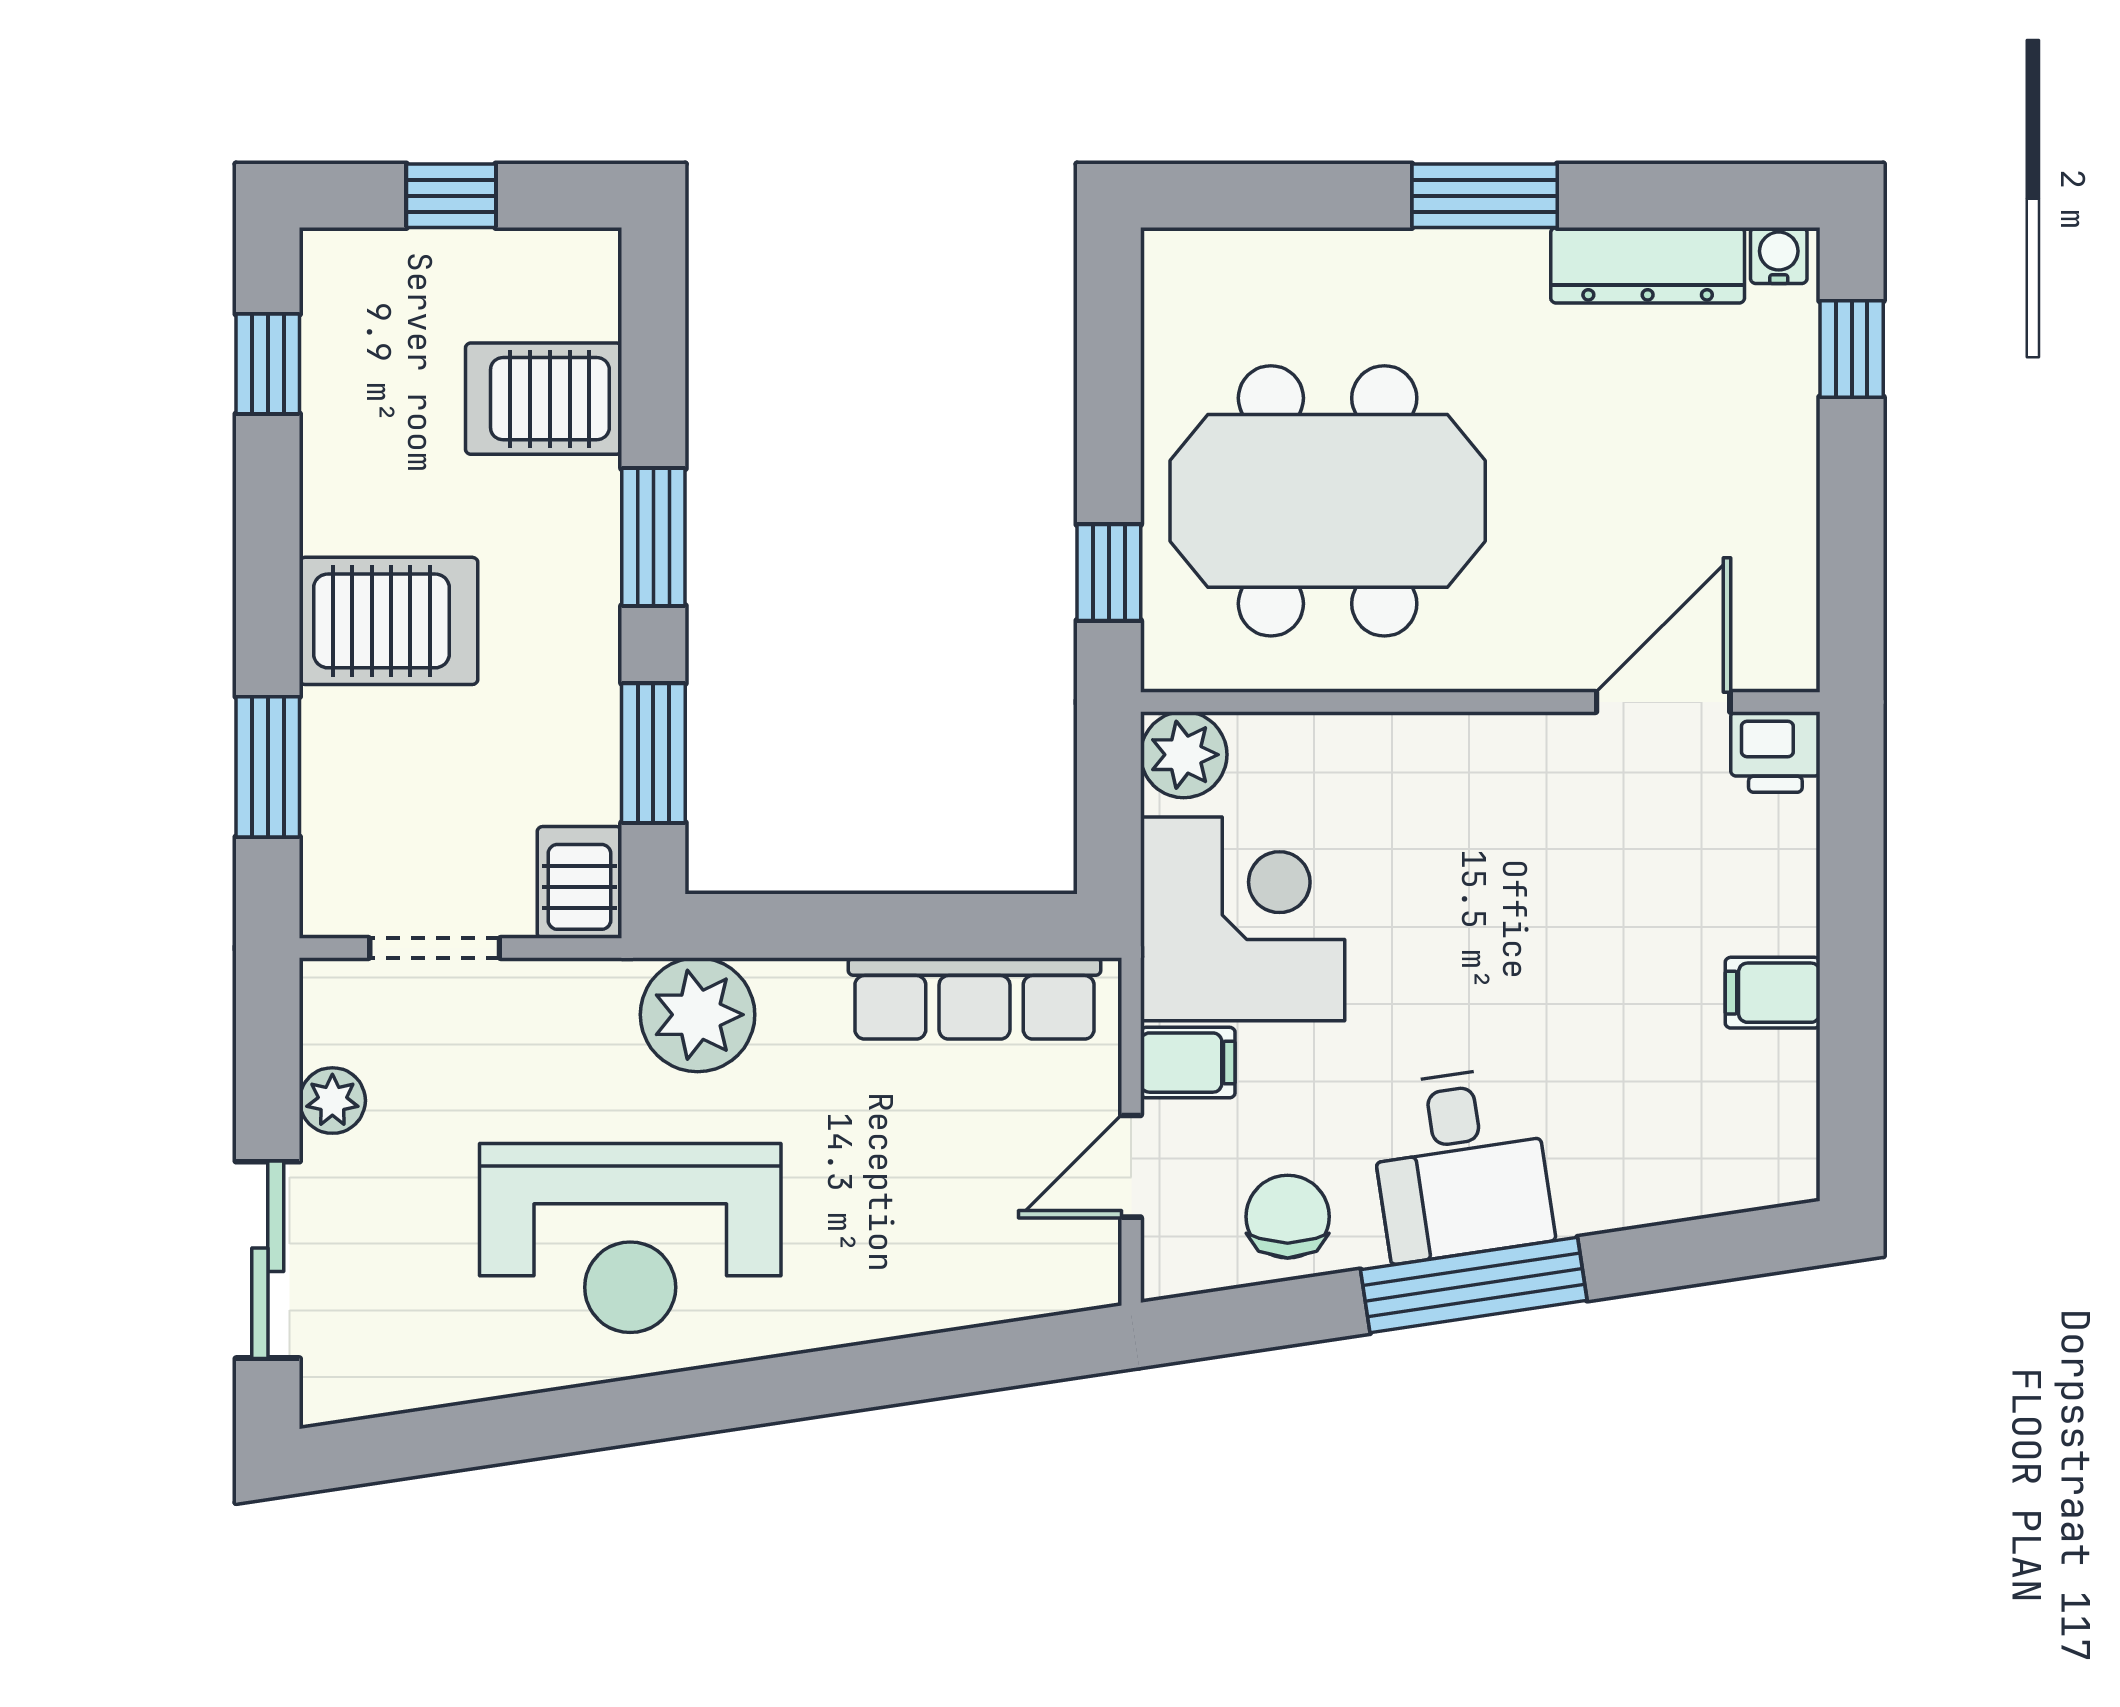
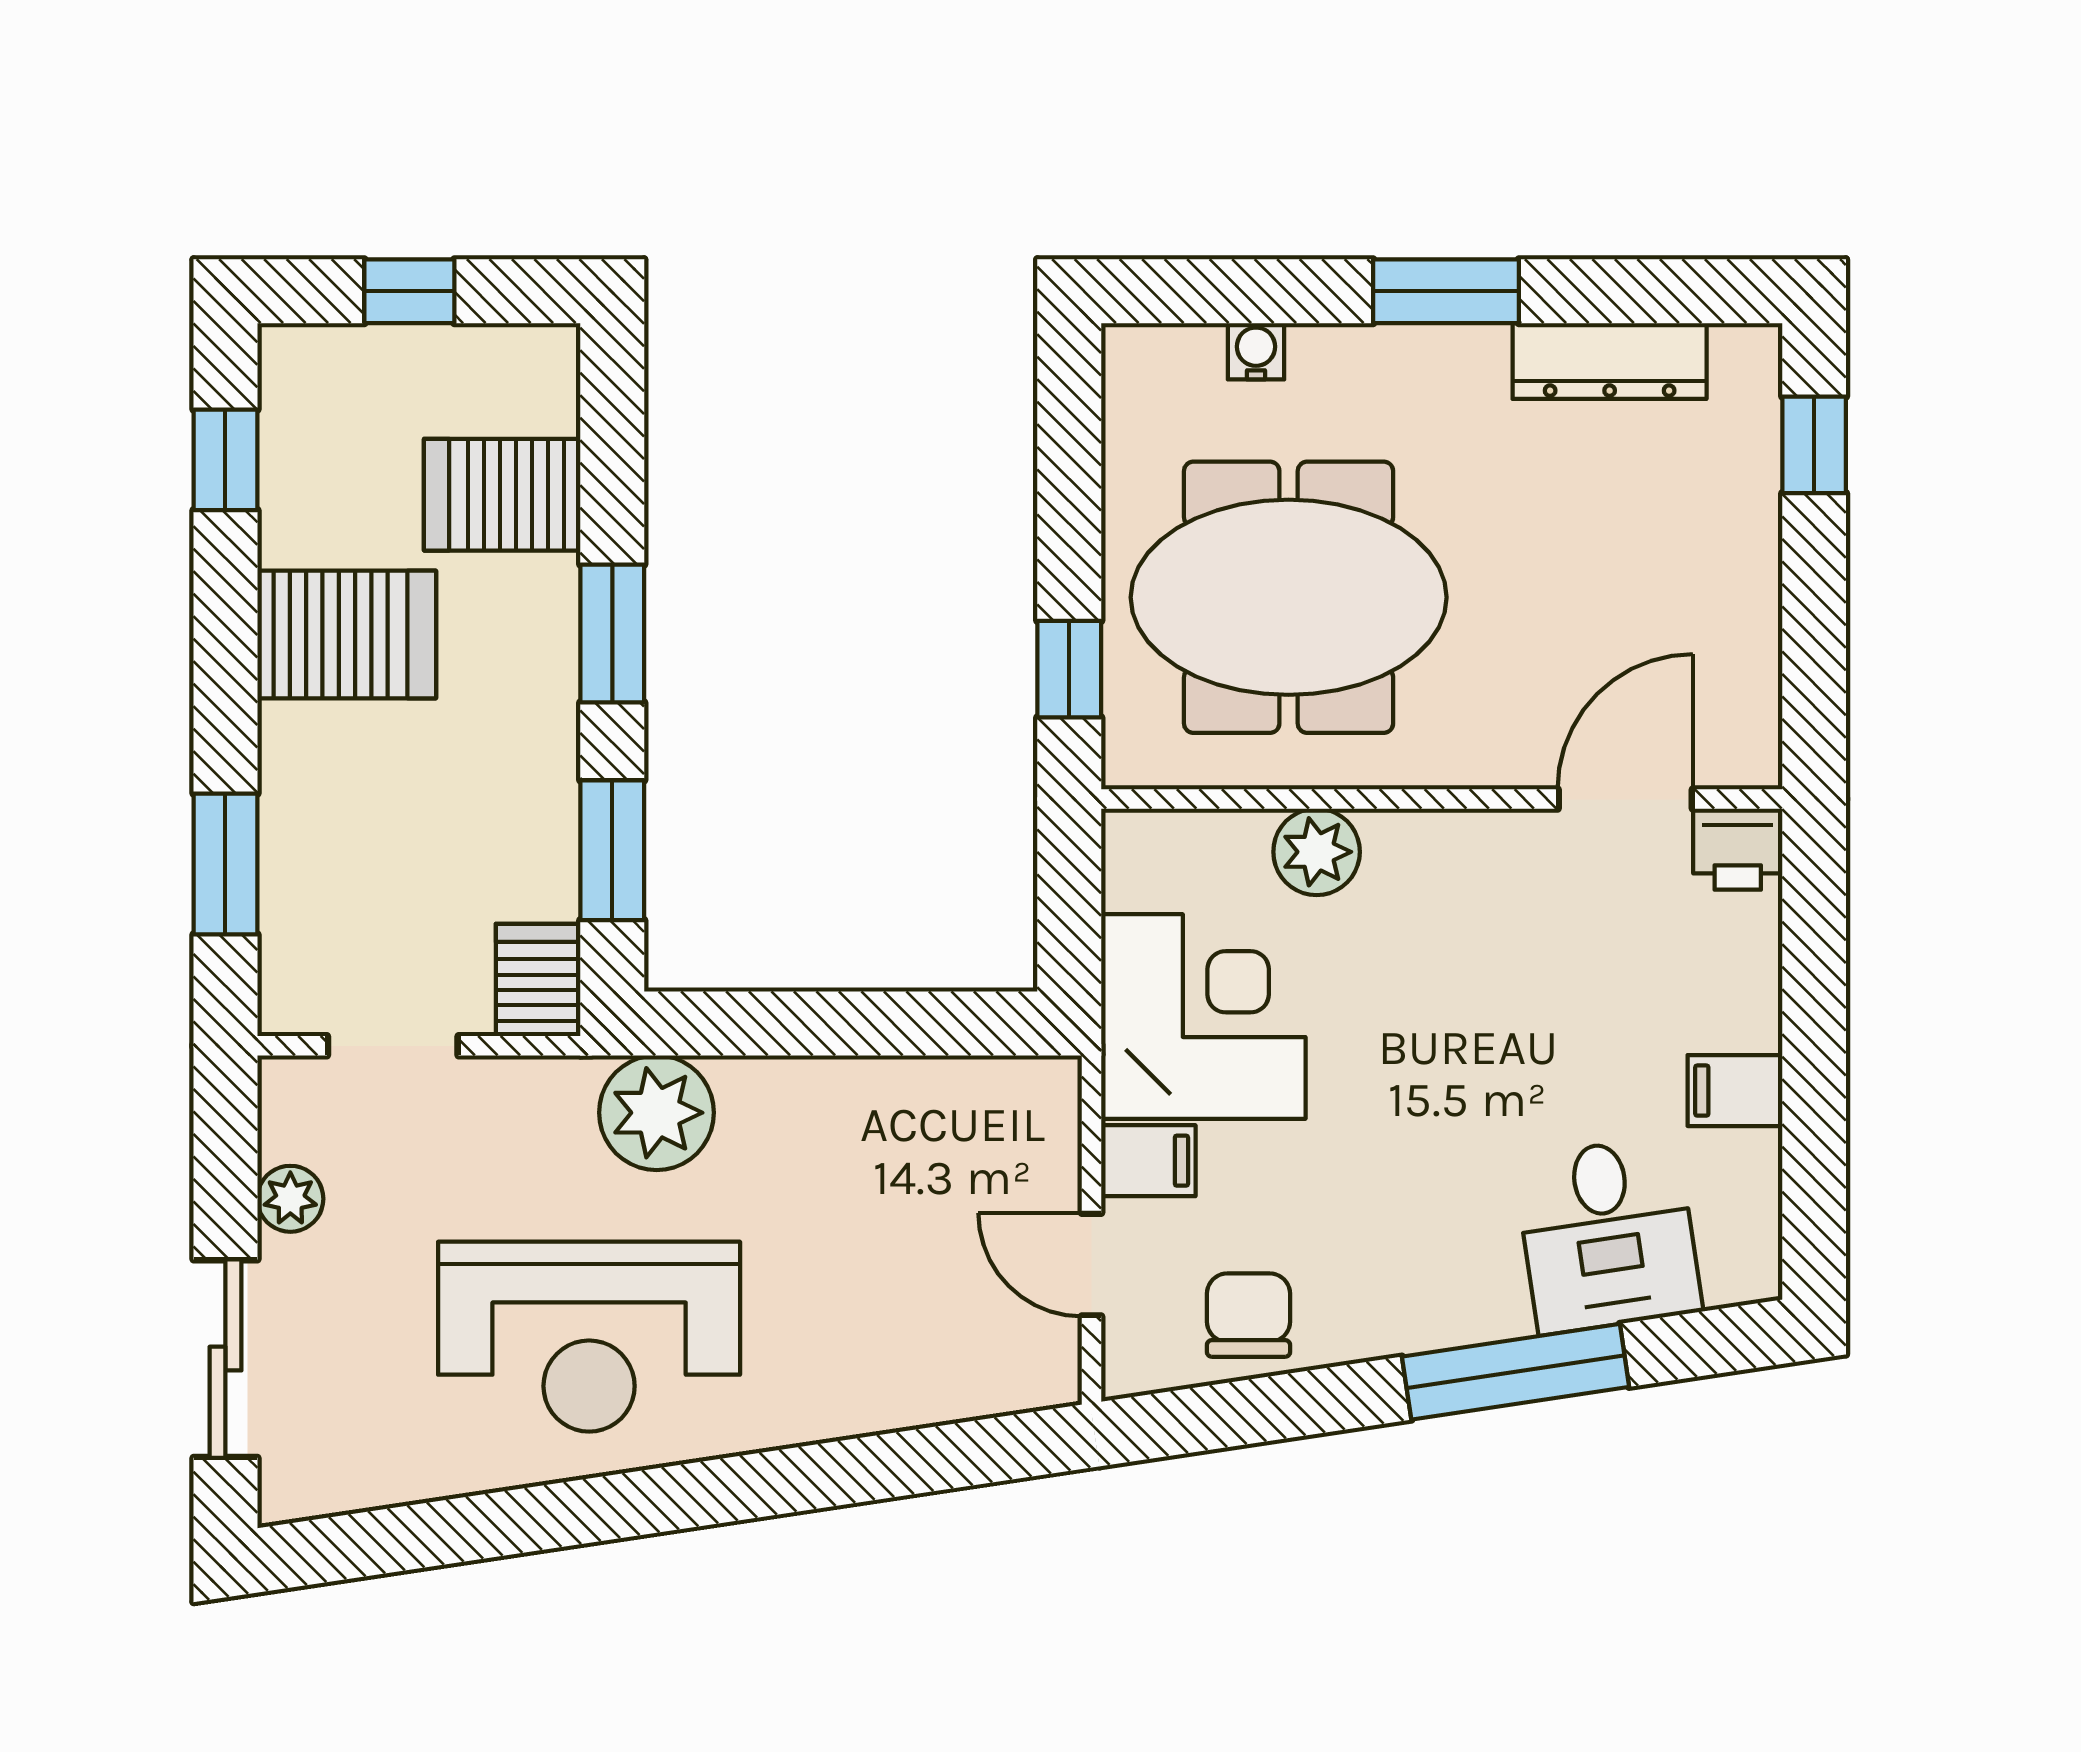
water cooler: (1779, 256) -> (1256, 351), moved
server rack: (389, 621) -> (347, 635), moved
plant: (1184, 755) -> (1317, 852), moved
row of seats: (974, 998) -> (934, 1096), removed
desk: (1461, 1164) -> (1608, 1235), moved
door: (1131, 1166) -> (1091, 1265), hinge flipped
window: (1474, 1285) -> (1516, 1372), moved

